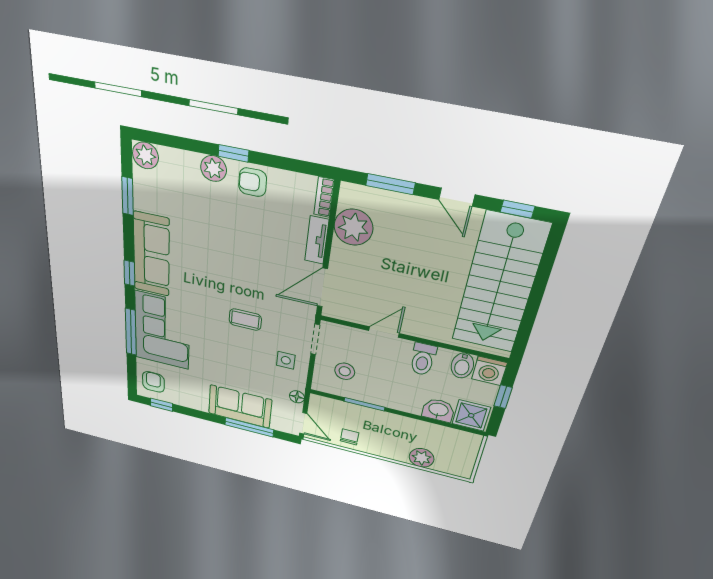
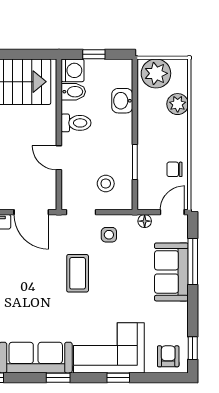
coffee table: (245, 320) -> (78, 273), width x1.36, depth x1.30
window: (131, 332) -> (118, 378), width x0.46
armchair: (153, 382) -> (168, 356), turned 90
shower: (471, 415) -> (120, 74), removed
plant: (462, 448) -> (156, 73), added

